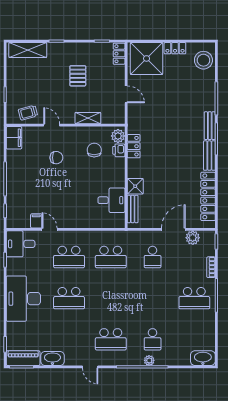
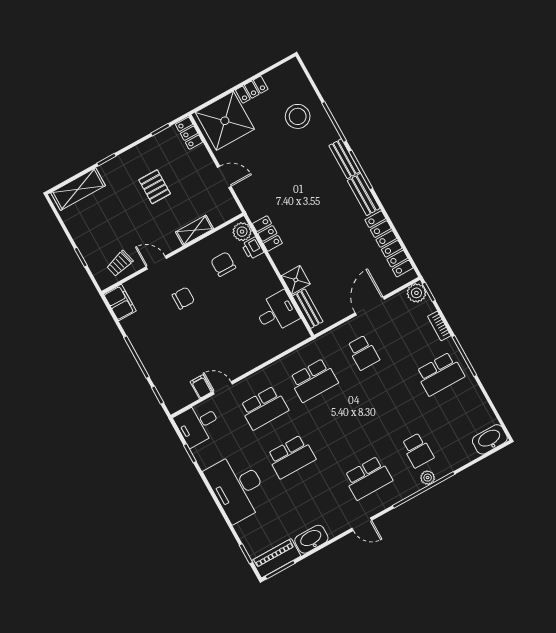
stool: (203, 60) -> (298, 116), moved
plant: (193, 238) -> (416, 293), moved

